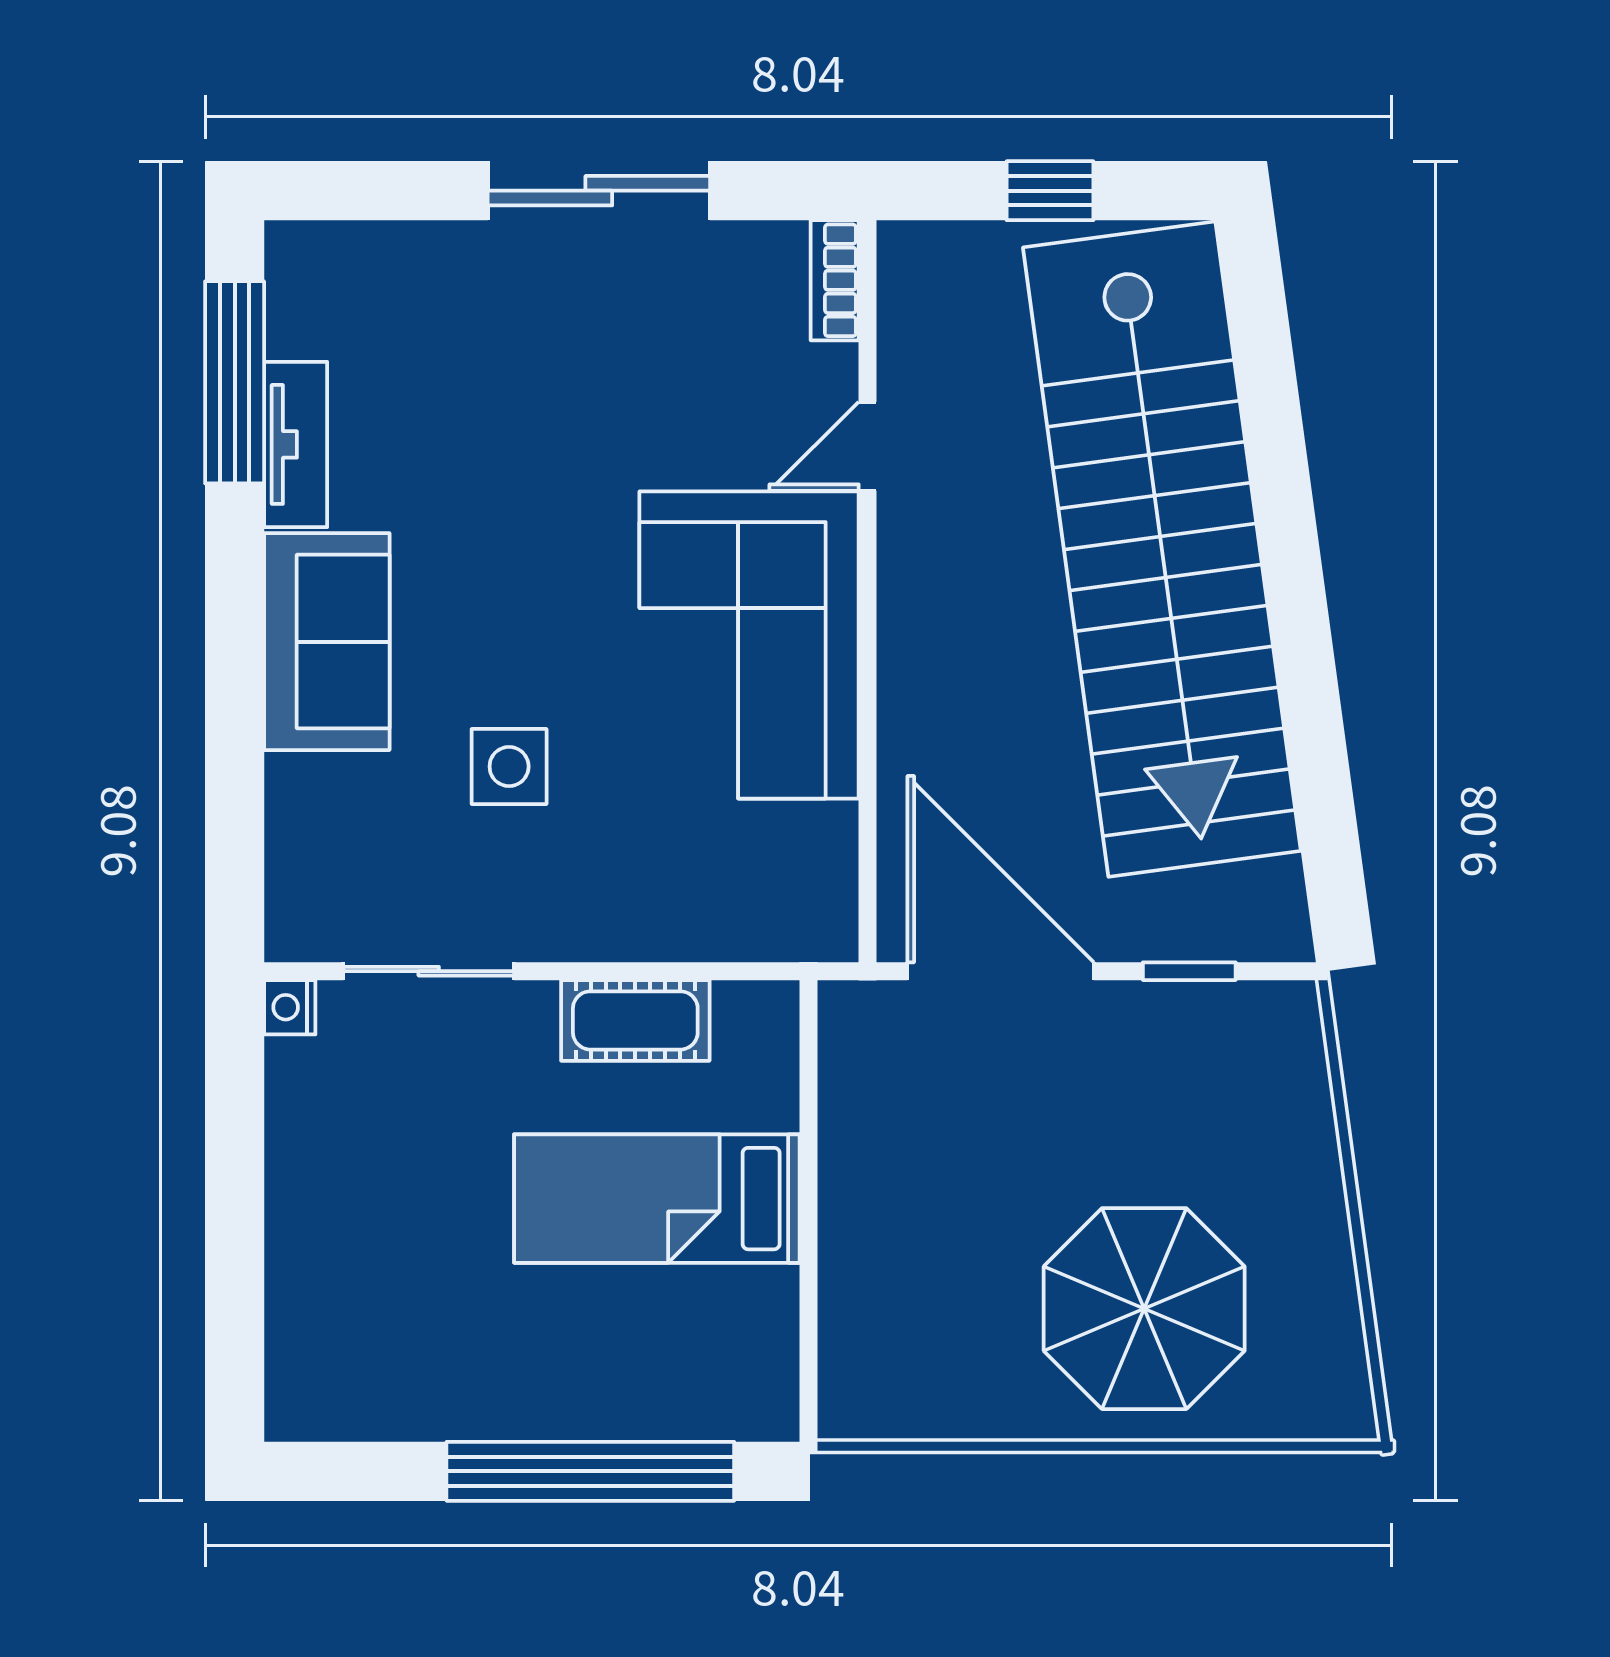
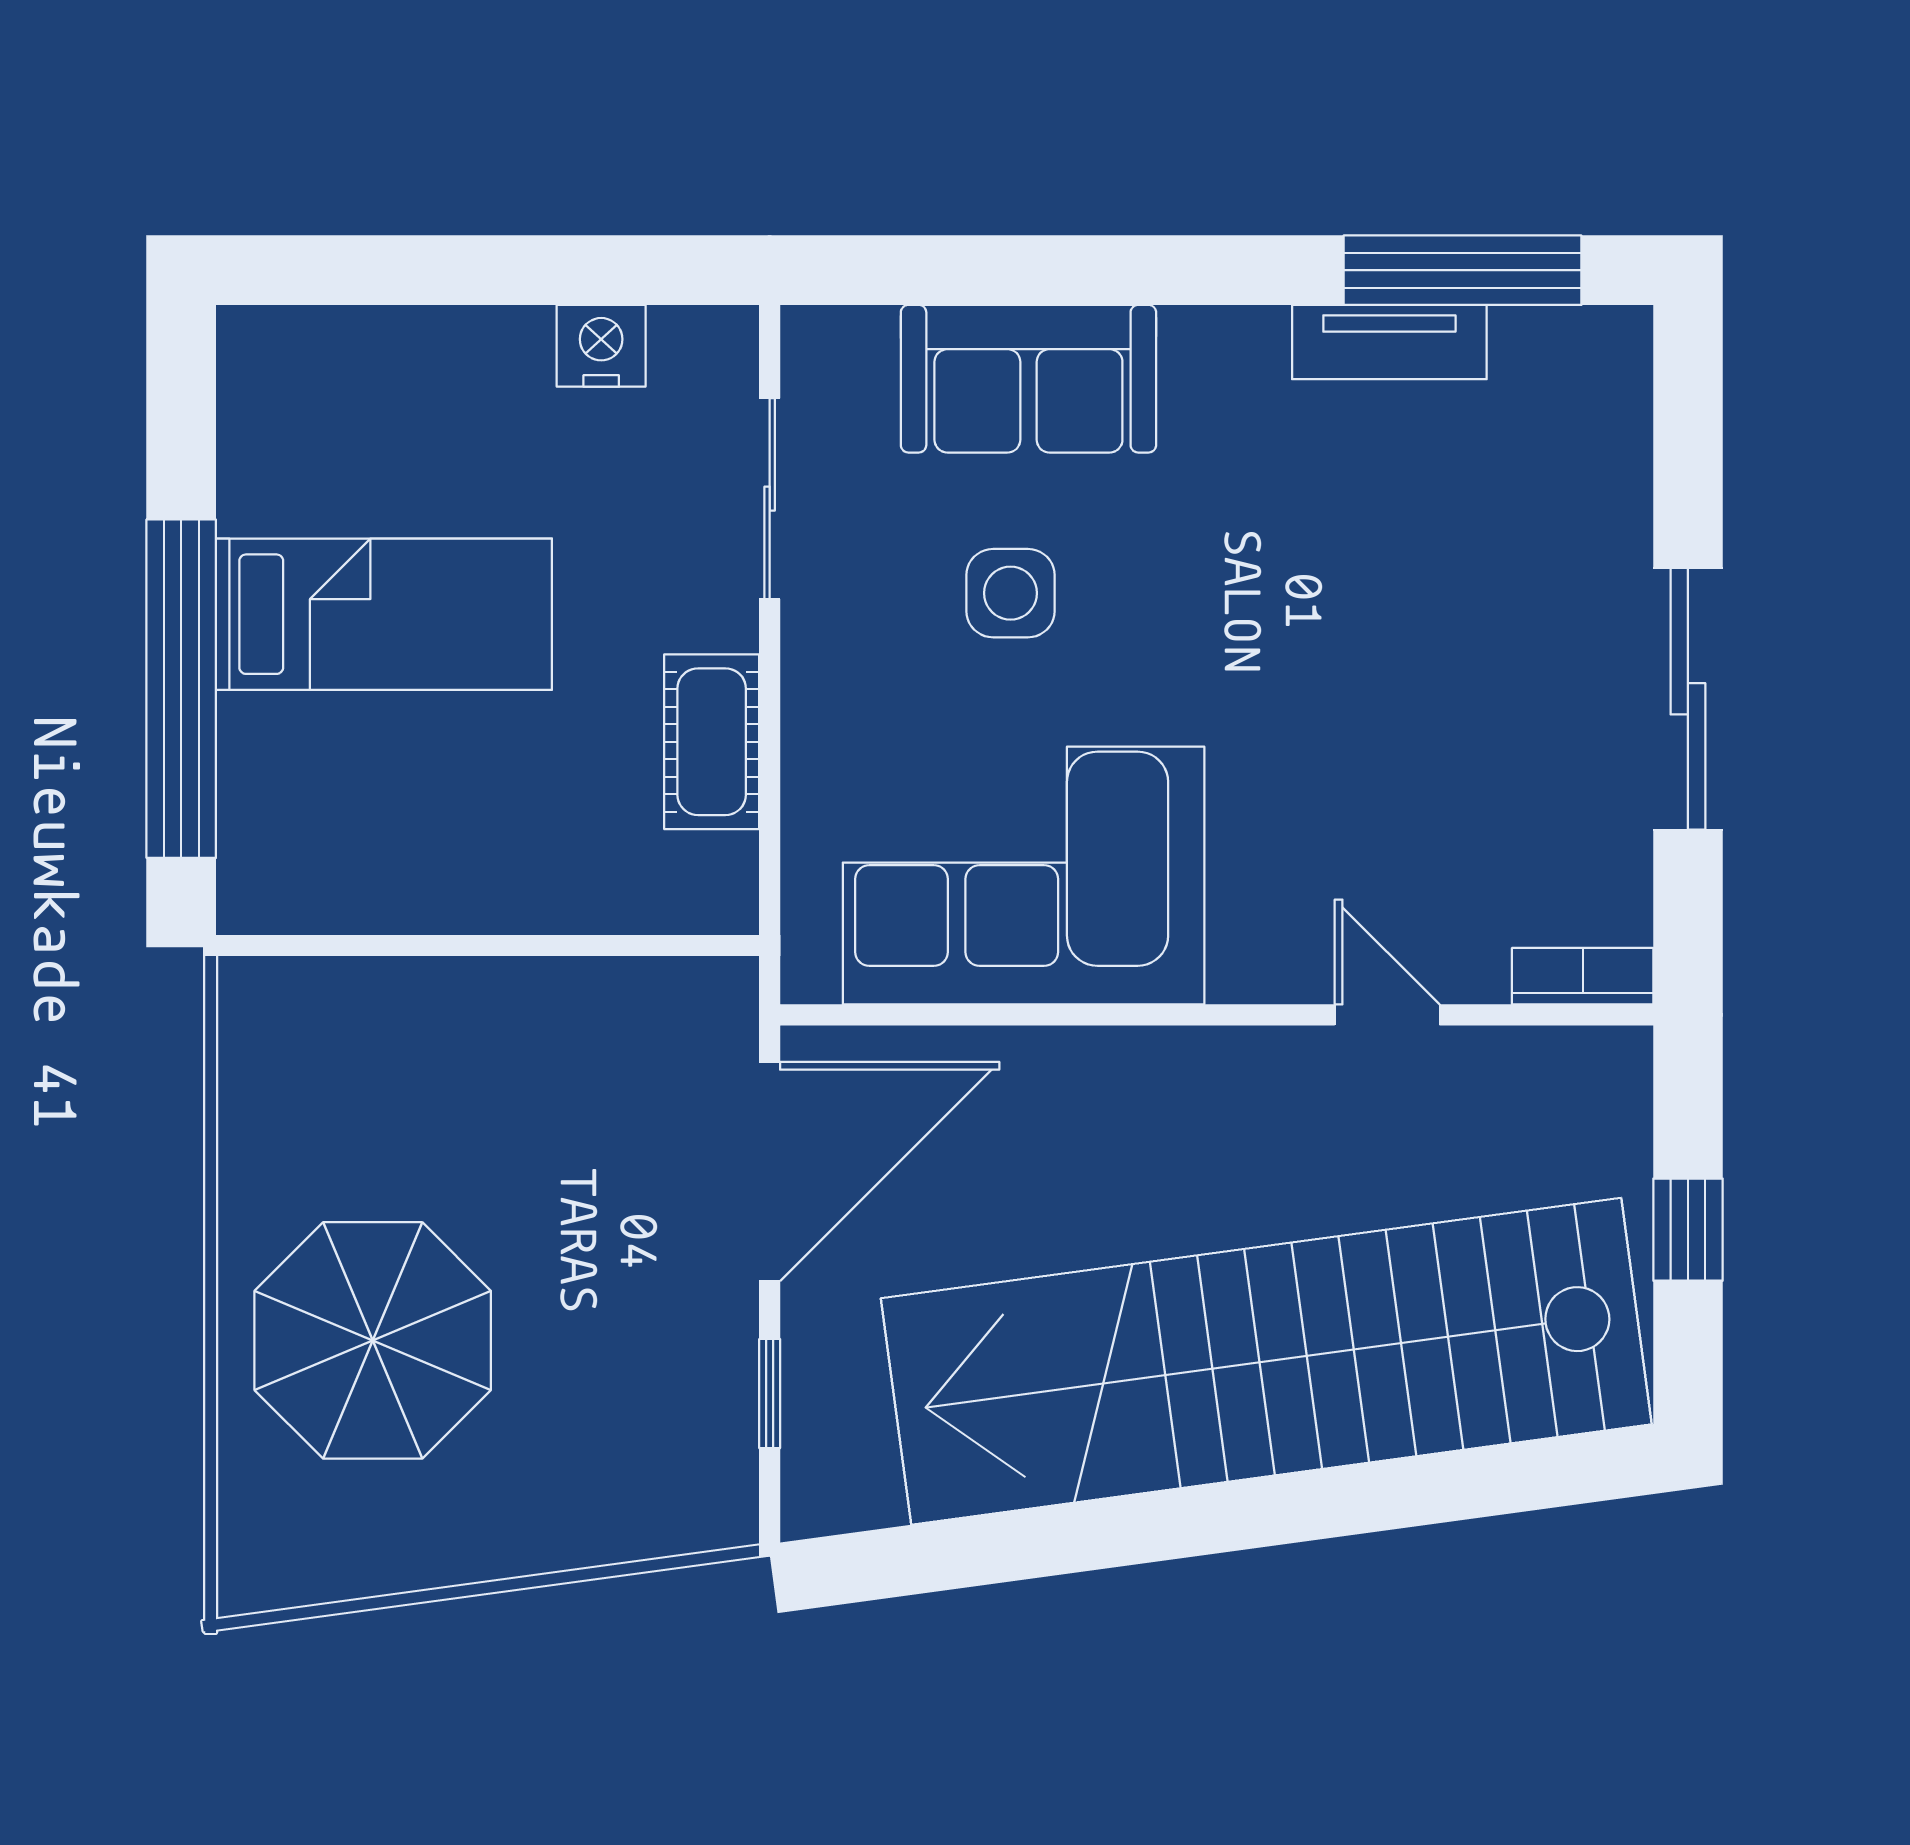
sofa: (327, 642) -> (1028, 379), moved
corner sofa: (749, 645) -> (1024, 876), moved
nightstand: (290, 1007) -> (601, 346), moved, width x1.39, depth x1.35
bed: (657, 1199) -> (384, 614), moved, turned 90

